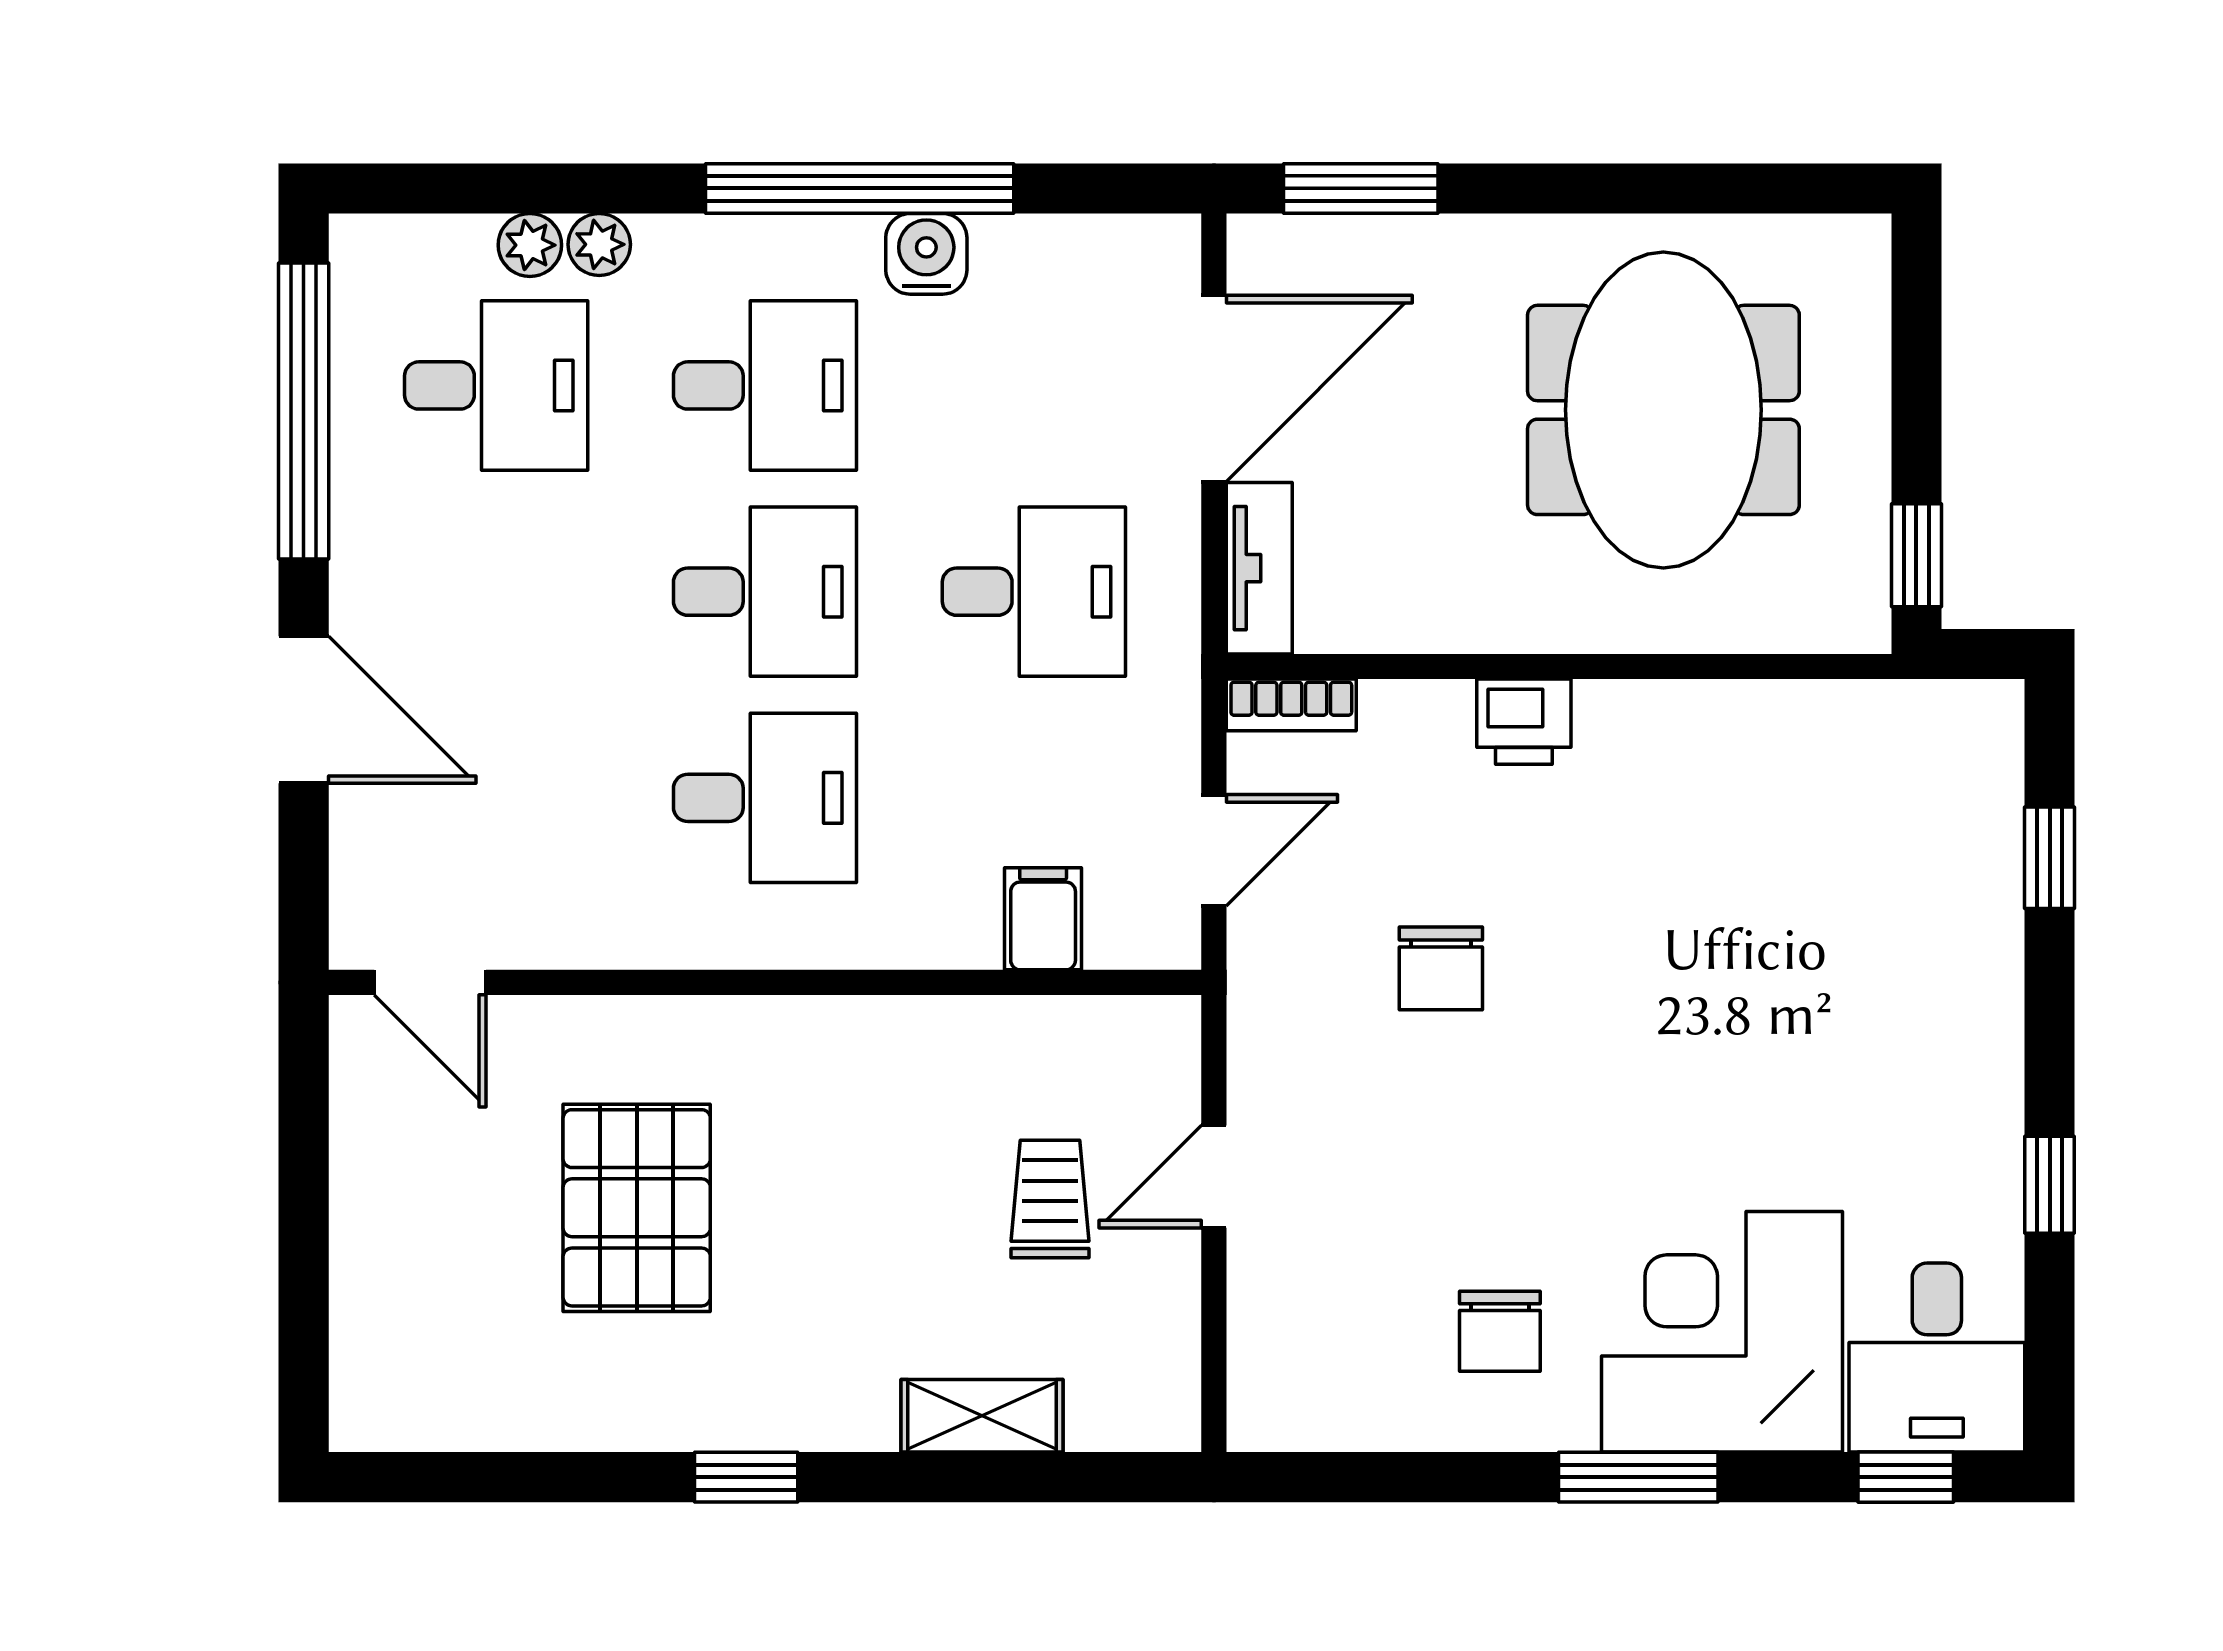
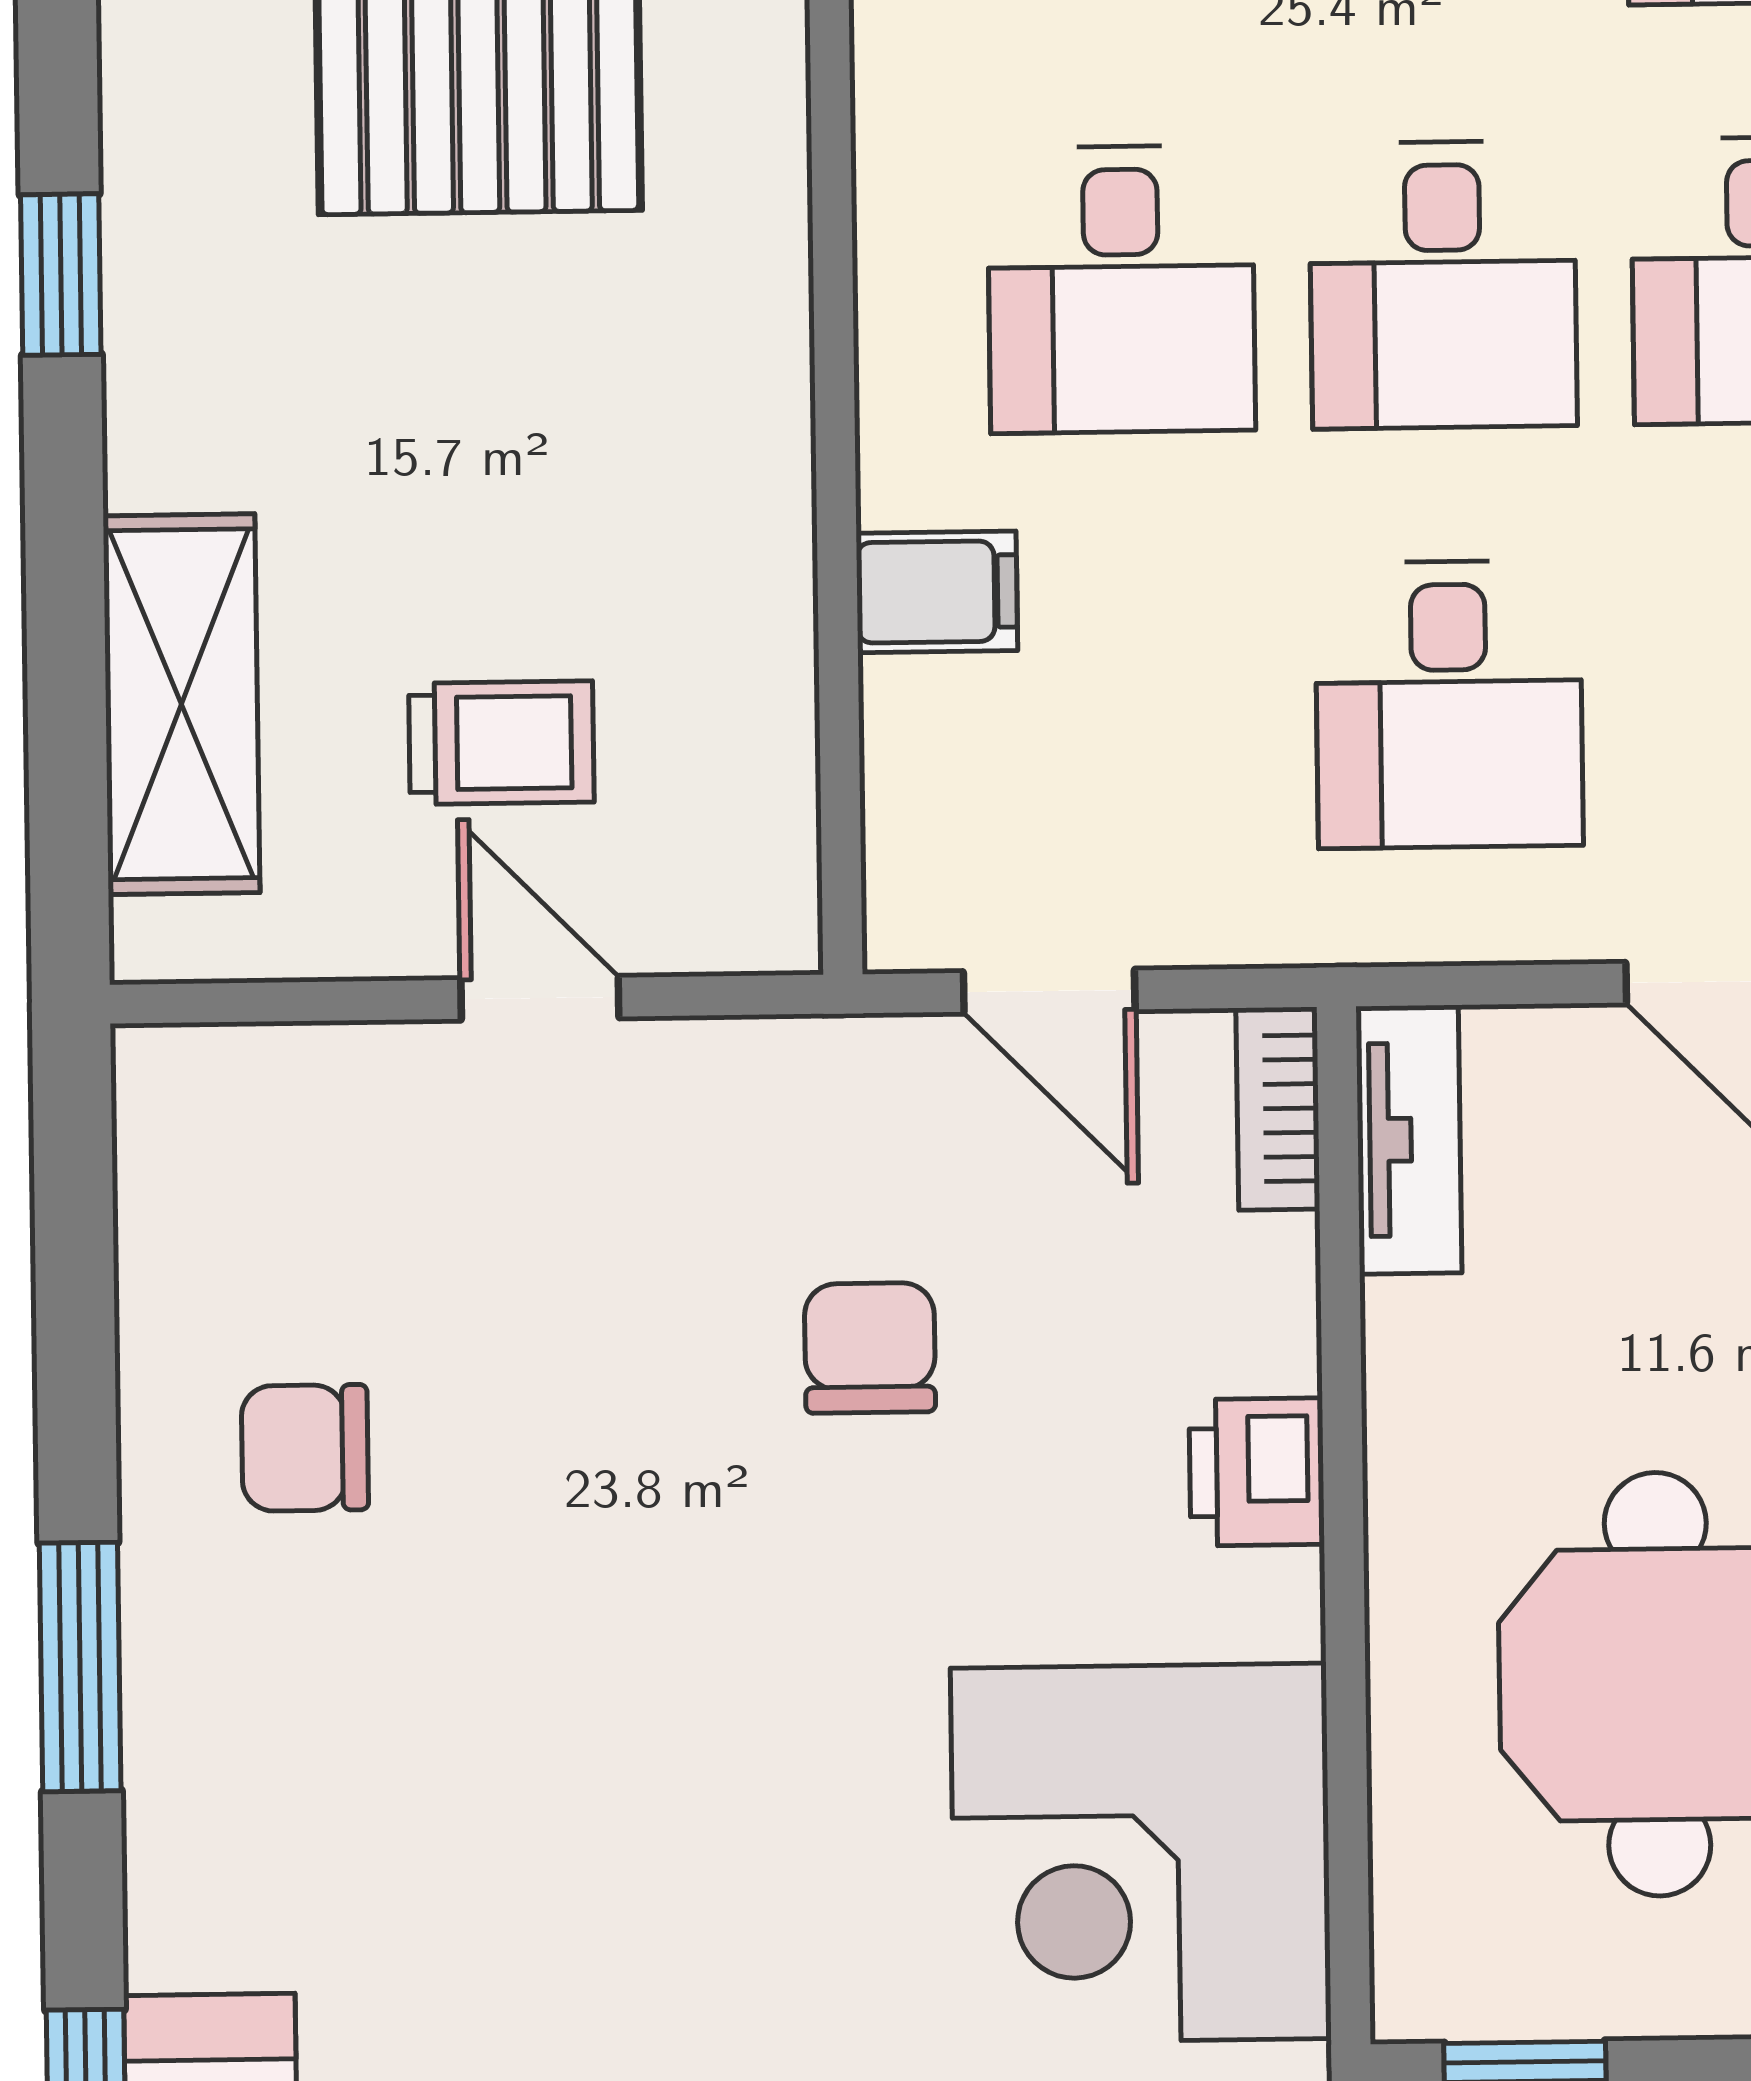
tv unit: (1259, 568) -> (1409, 1140), moved, turned -90
filing cabinet: (1043, 919) -> (937, 592), moved
chair: (1441, 968) -> (870, 1348), turned 90
corner desk: (1722, 1332) -> (1141, 1853), moved, turned 180
shelving: (982, 1416) -> (181, 704), width x1.50, depth x1.33

